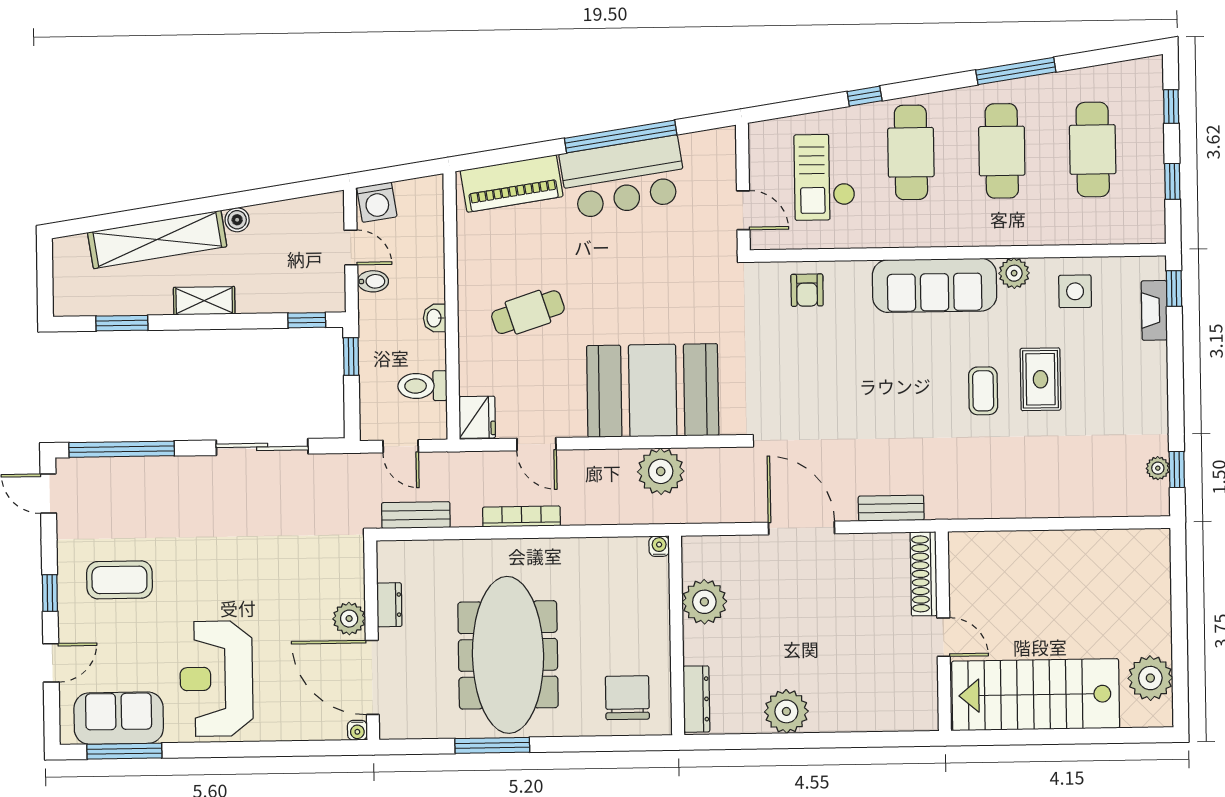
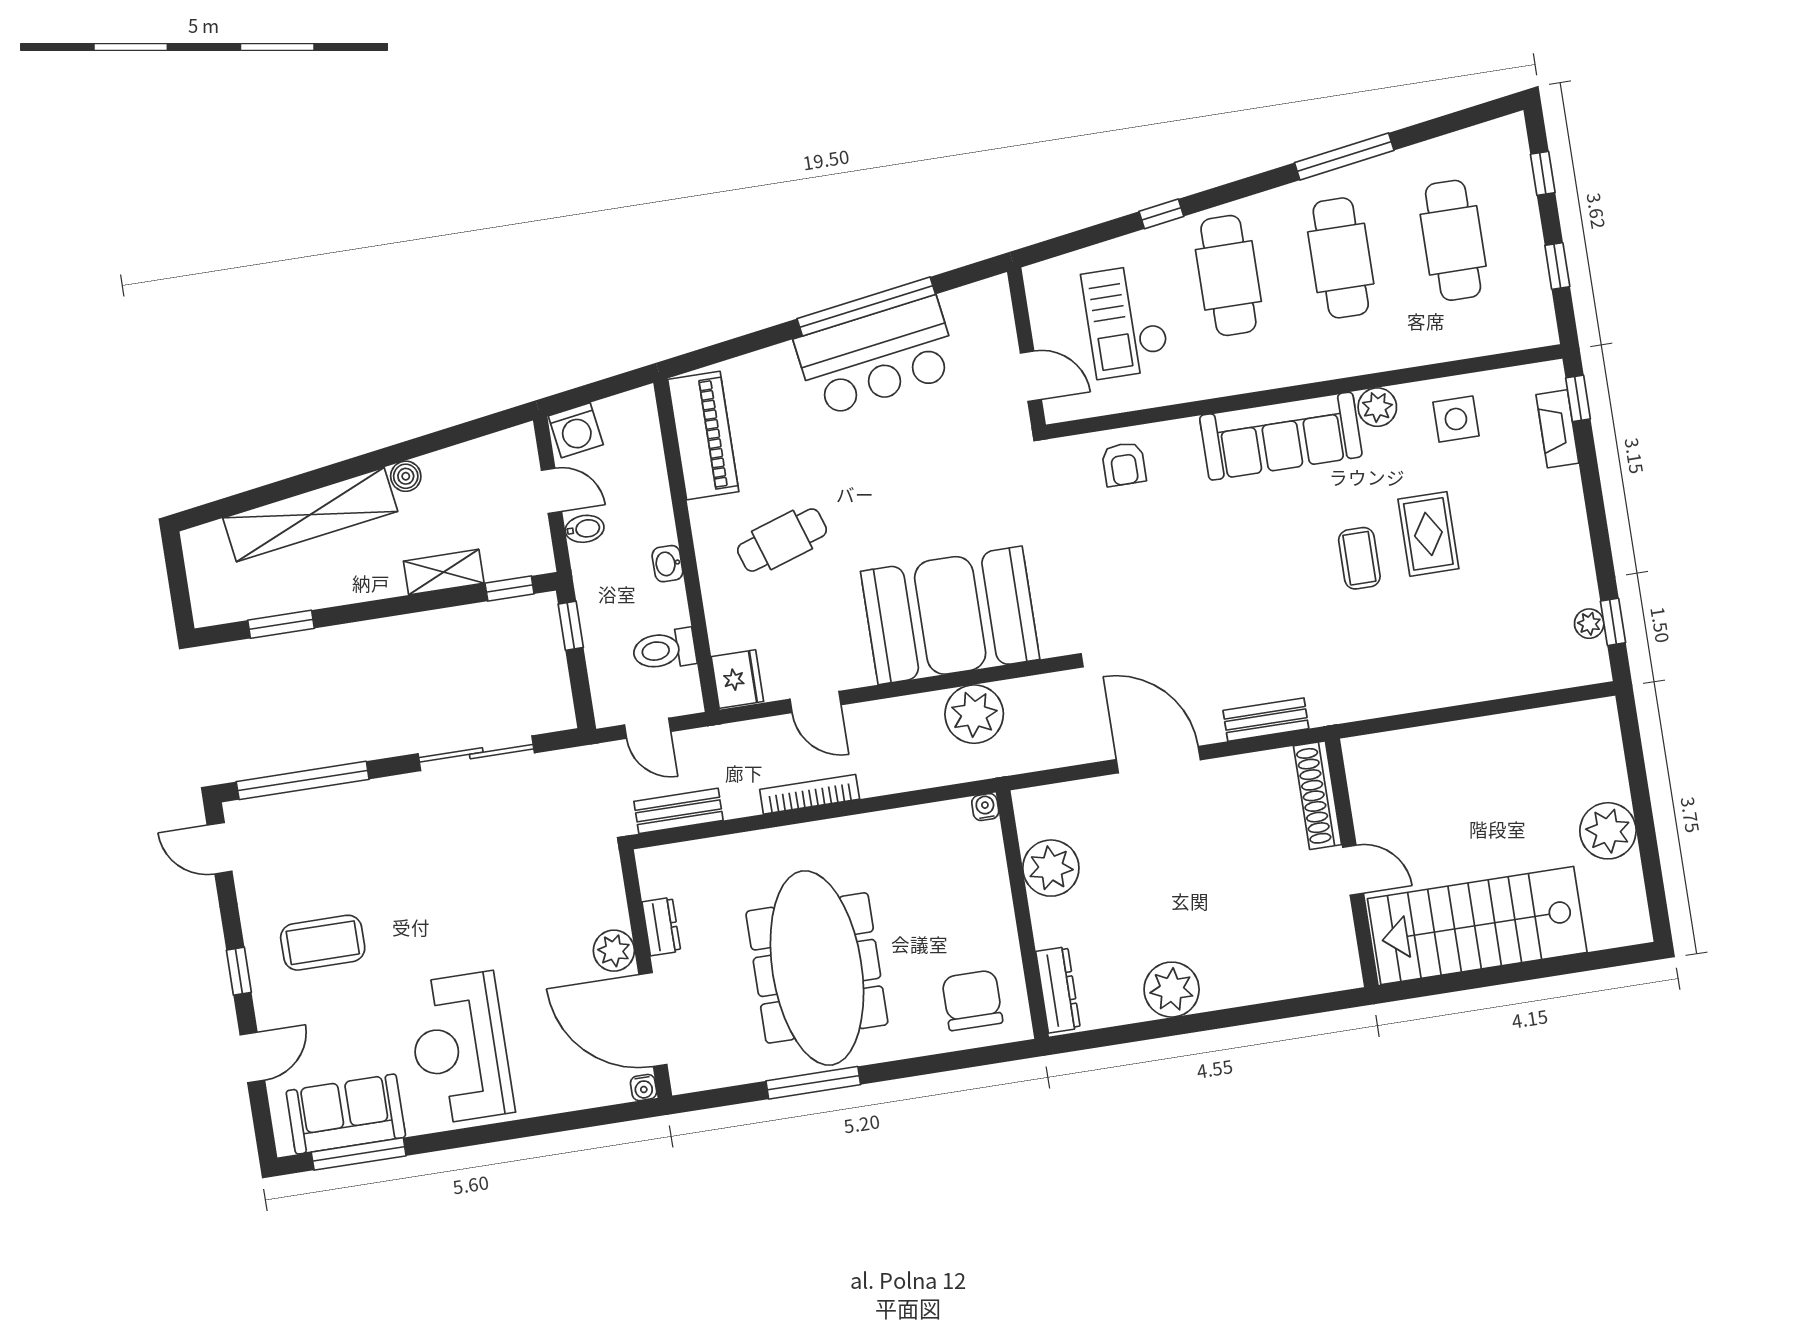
piano: (512, 184) -> (703, 436), moved, turned -81
shelving: (204, 301) -> (444, 572), moved
plant: (1150, 678) -> (1608, 831), moved

